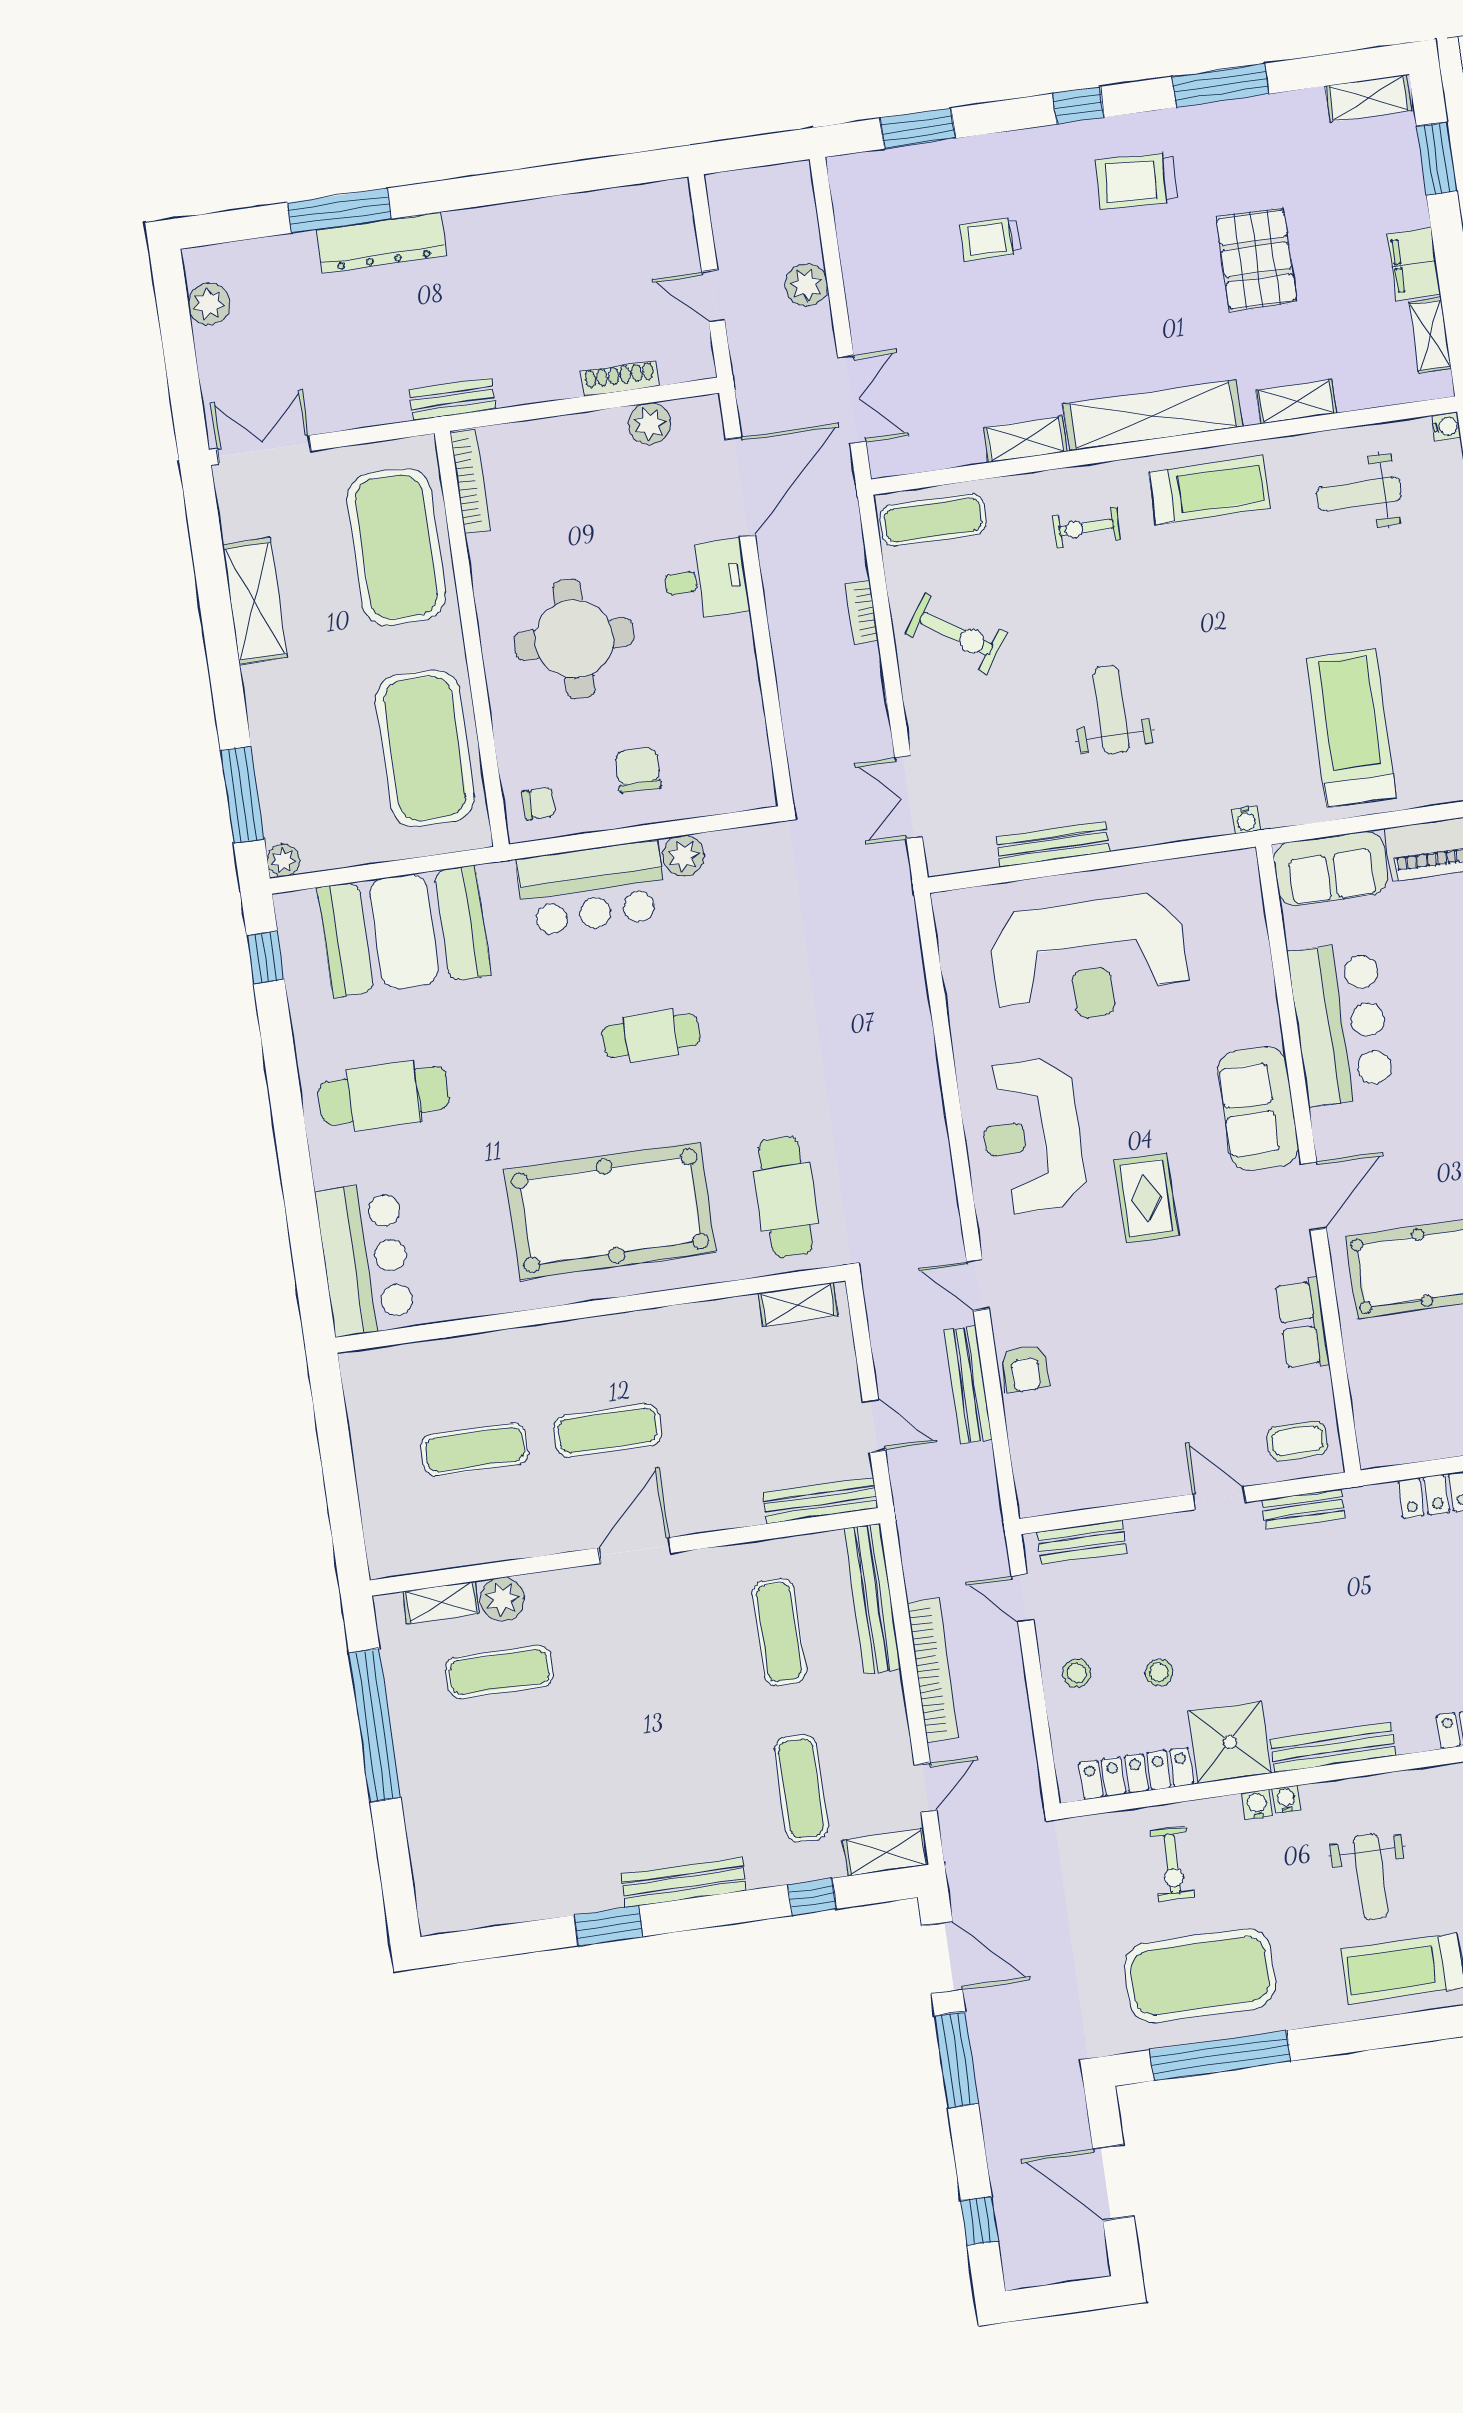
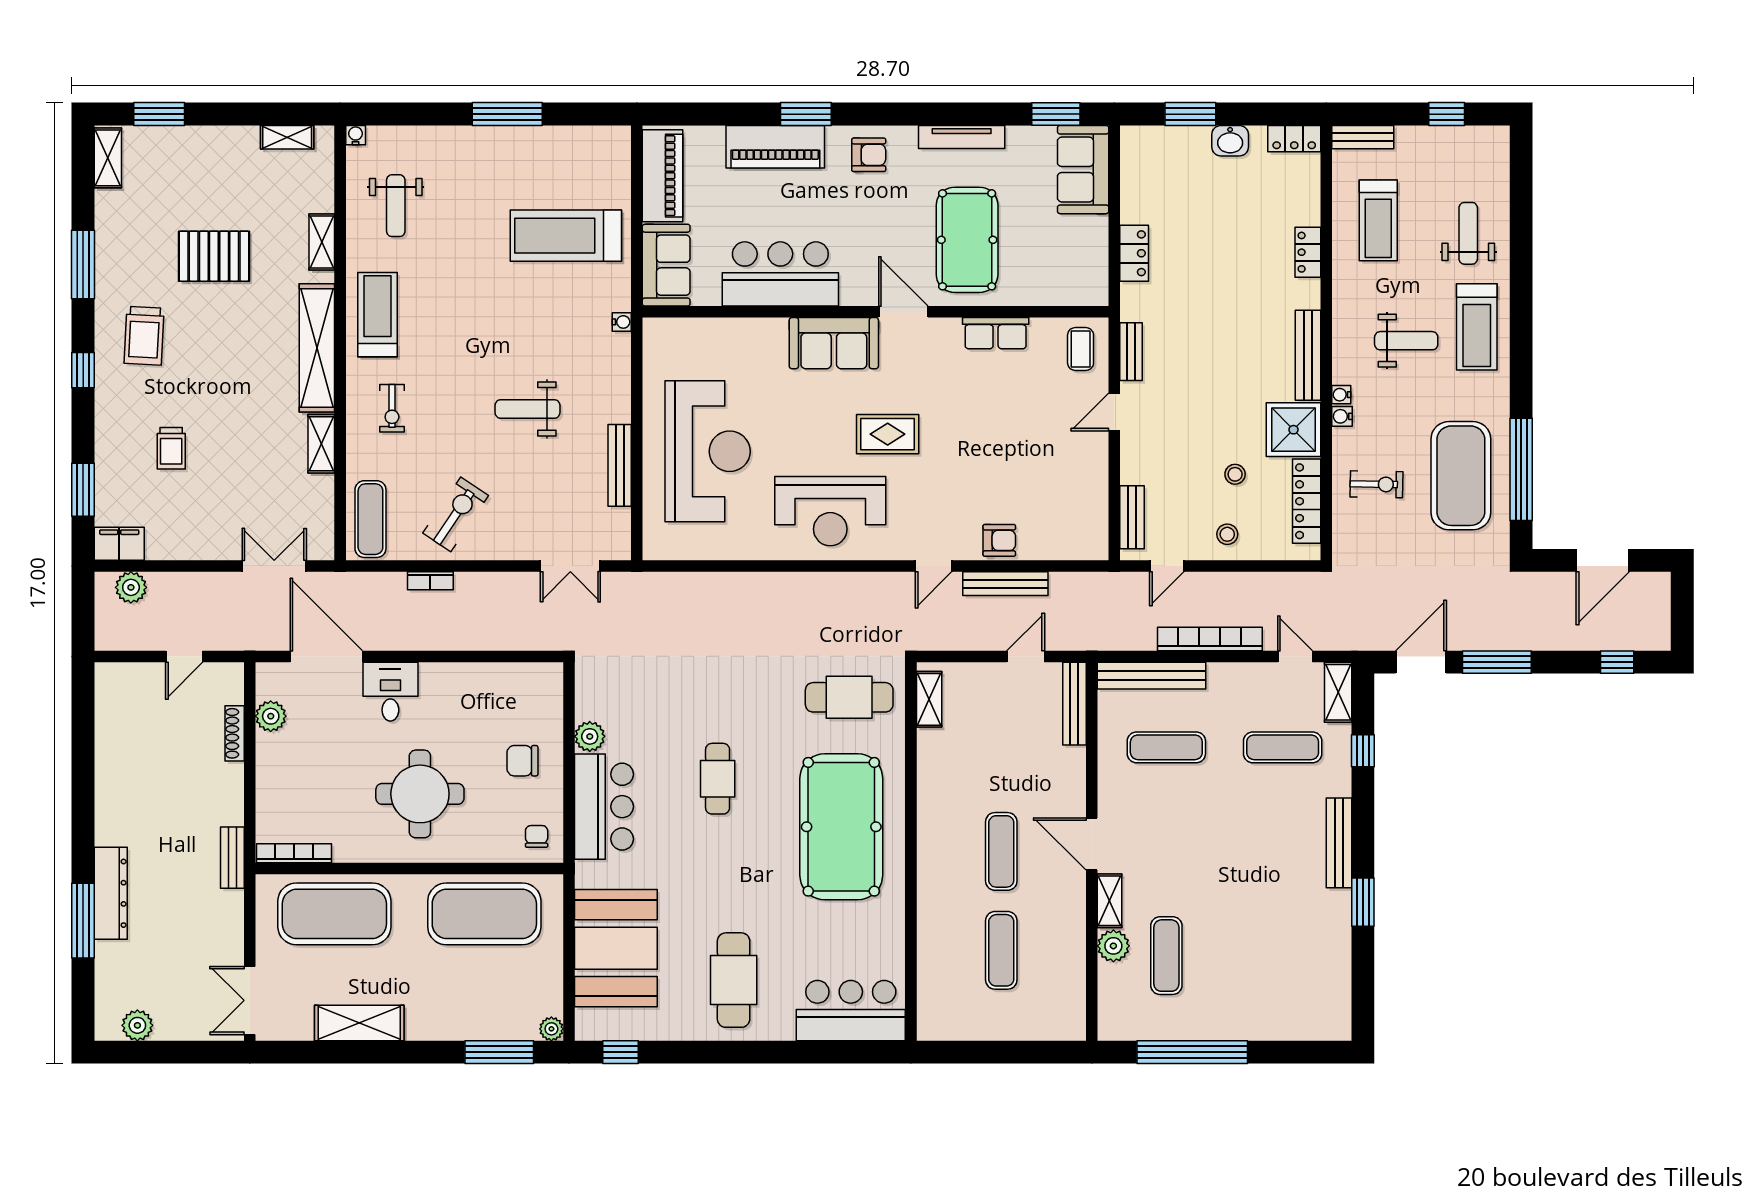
filing cabinet: (1414, 264) -> (119, 544), moved, turned 180
plant: (806, 285) -> (131, 587), moved
shelving: (441, 1602) -> (1109, 901), moved

